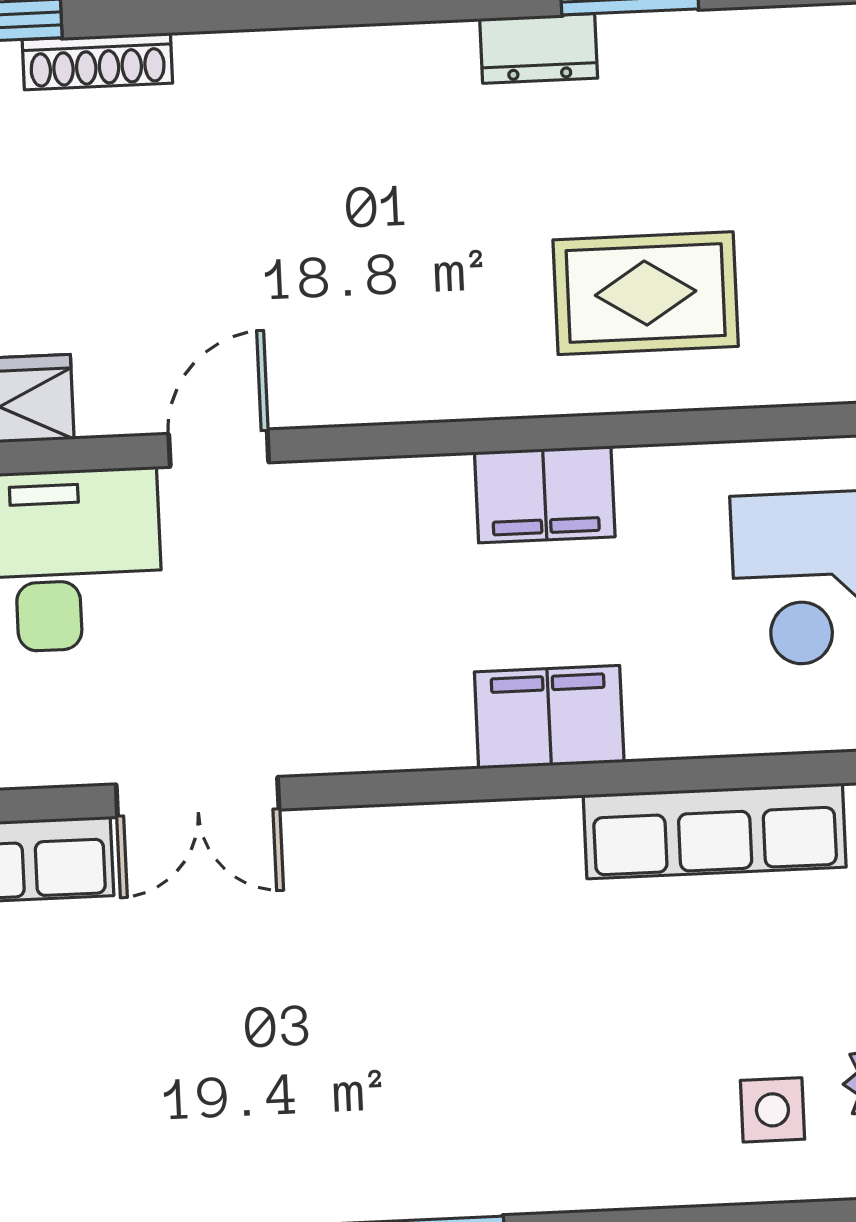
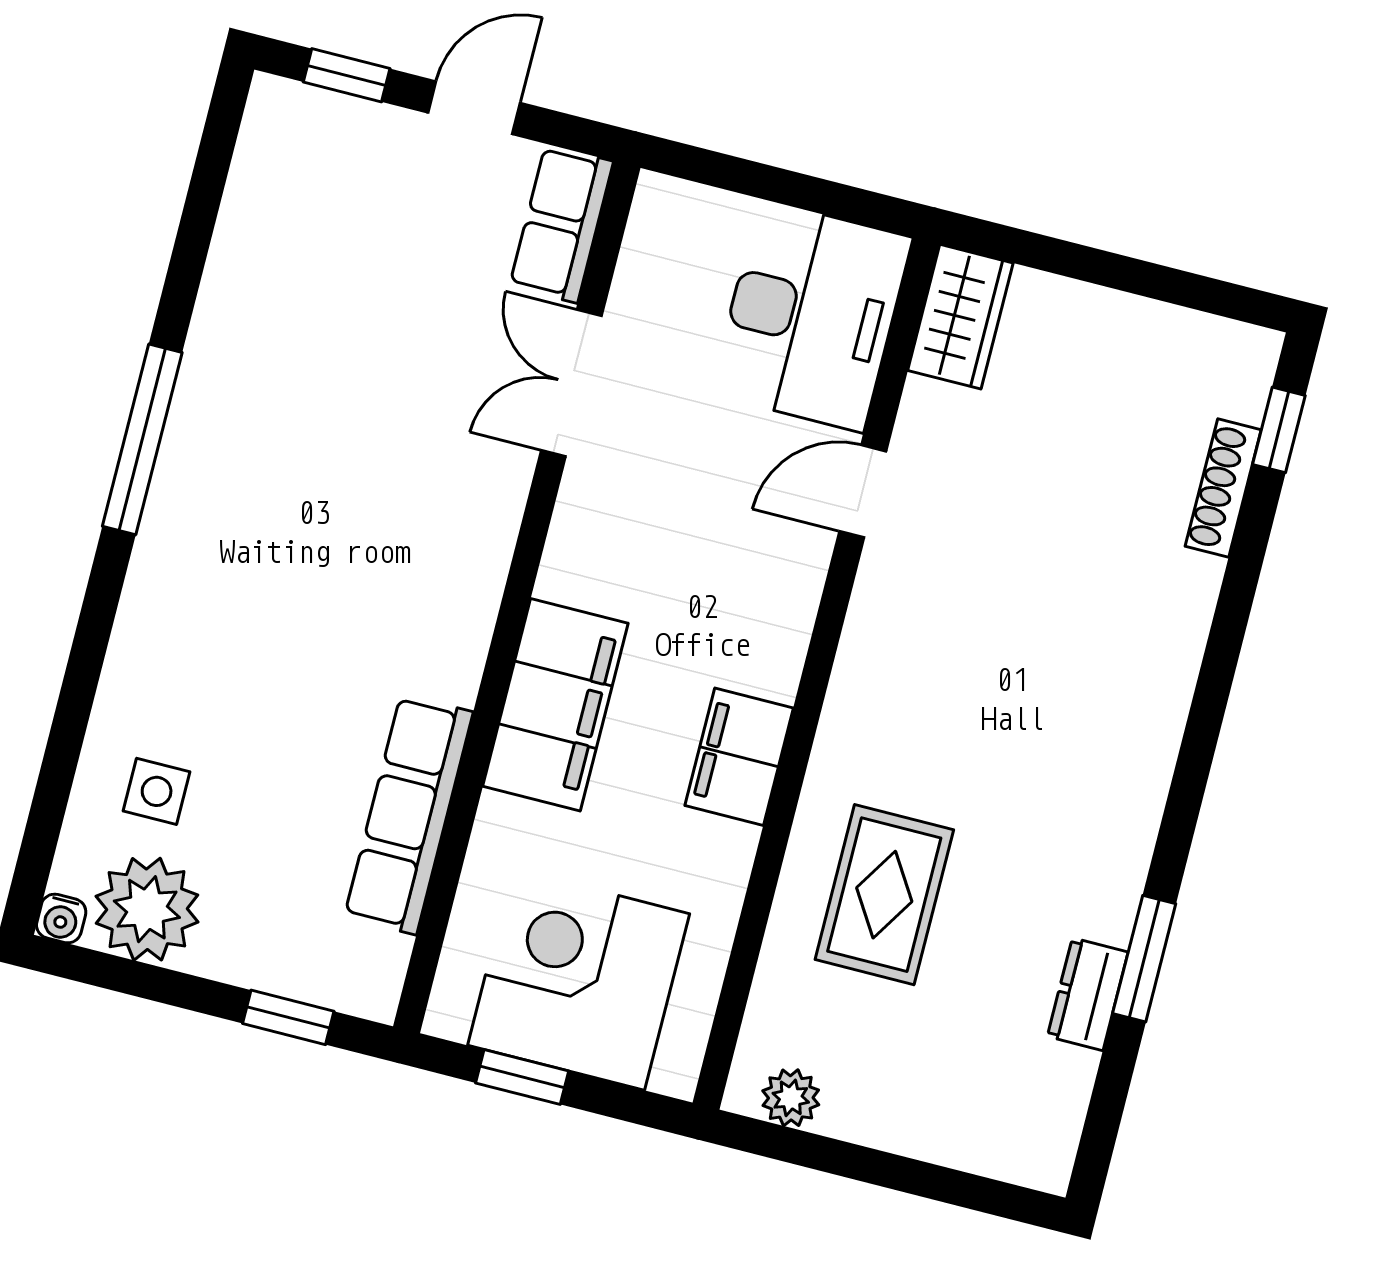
dresser: (539, 48) -> (1088, 994), moved
door: (219, 448) -> (863, 491), swing flipped
filing cabinet: (549, 717) -> (555, 705), width x1.50, depth x1.17

